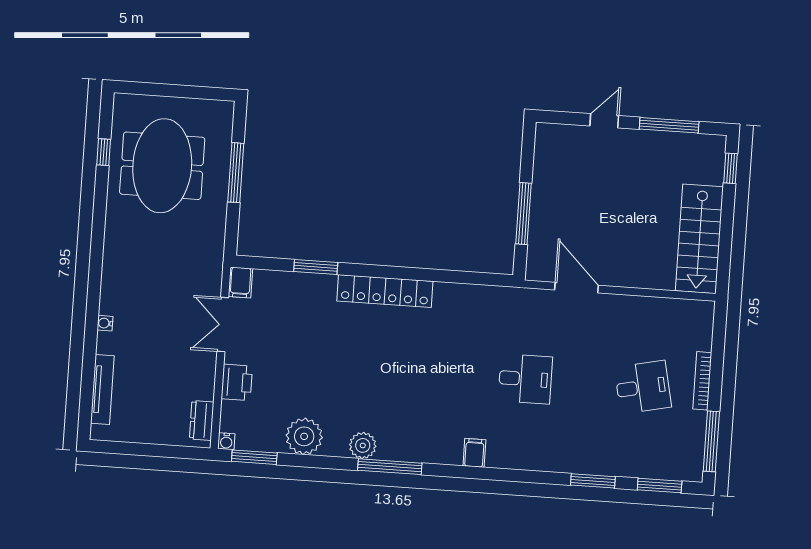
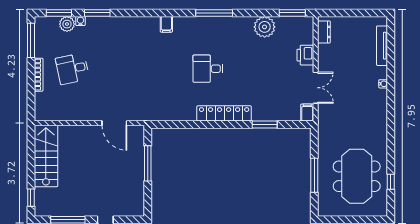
desk: (525, 379) -> (208, 69), moved
water cooler: (226, 441) -> (80, 21), moved
plant: (363, 445) -> (67, 24), moved

